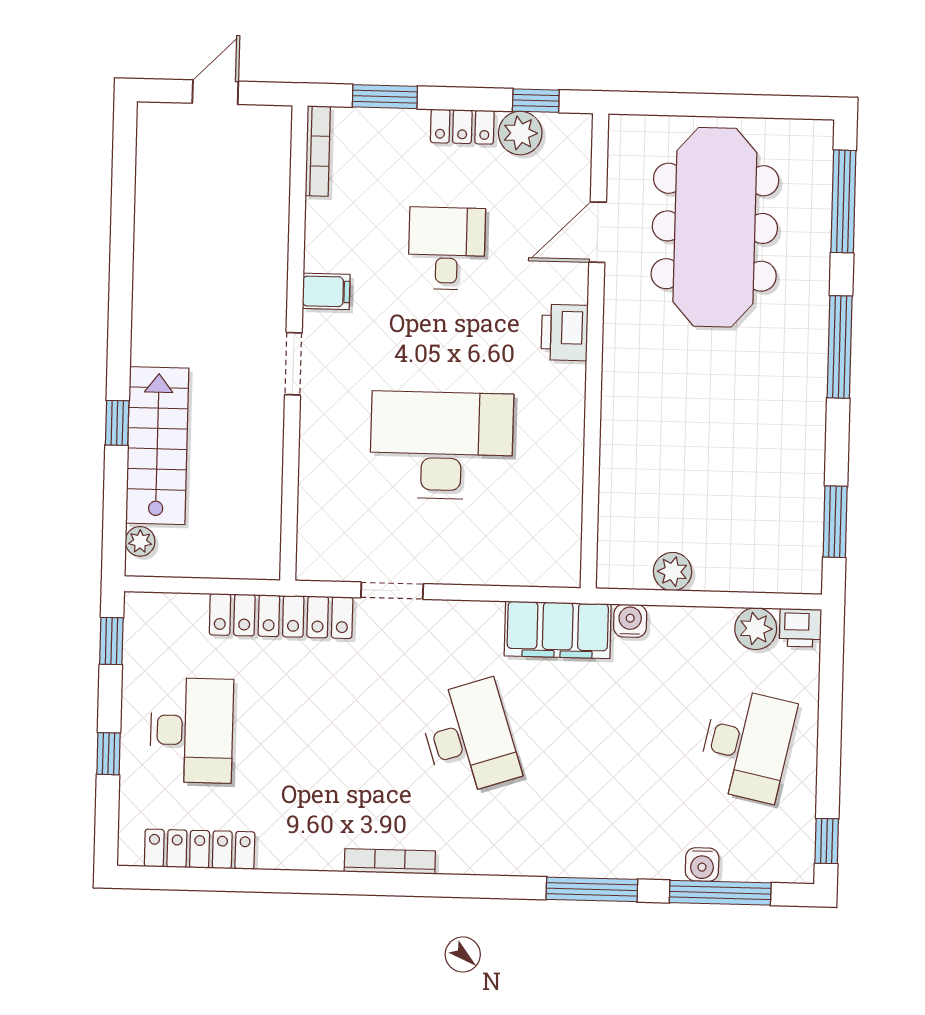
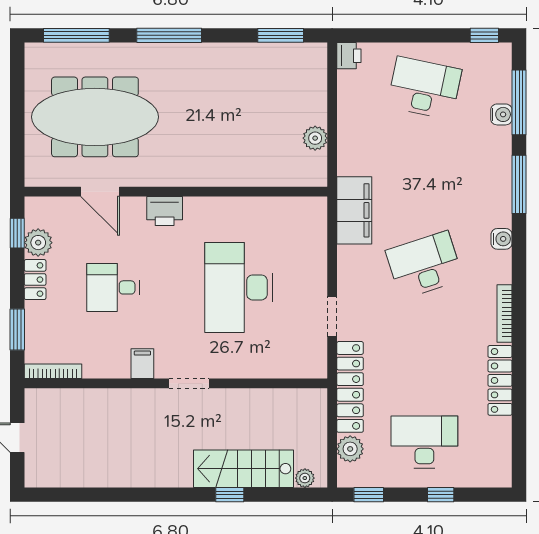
water cooler: (630, 621) -> (502, 239), moved, turned 180
plant: (756, 629) -> (350, 449), moved
locker: (200, 849) -> (500, 380), moved

